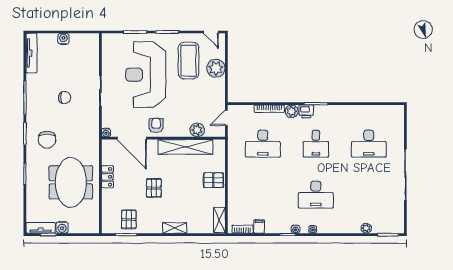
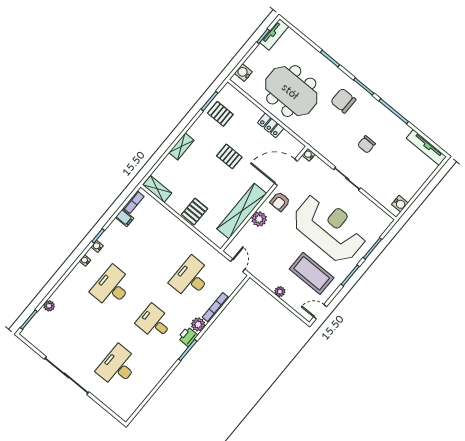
water cooler: (63, 39) -> (400, 204), moved
plant: (216, 68) -> (280, 292), width x0.53, depth x0.53
armchair: (156, 125) -> (280, 202), turned 90
plant: (197, 130) -> (259, 219), moved
water cooler: (62, 227) -> (243, 73), moved

